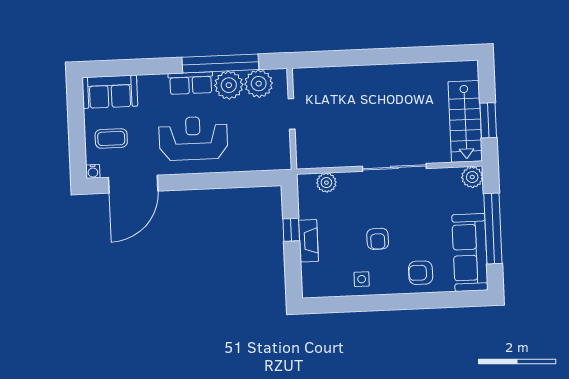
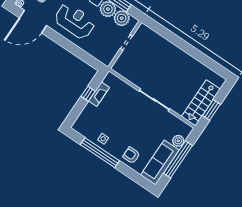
plant: (472, 177) -> (178, 141), moved
plant: (326, 183) -> (119, 84), removed
armchair: (378, 239) -> (123, 126), removed
fireplace: (308, 241) -> (99, 94), moved
window: (372, 303) -> (100, 153), added

